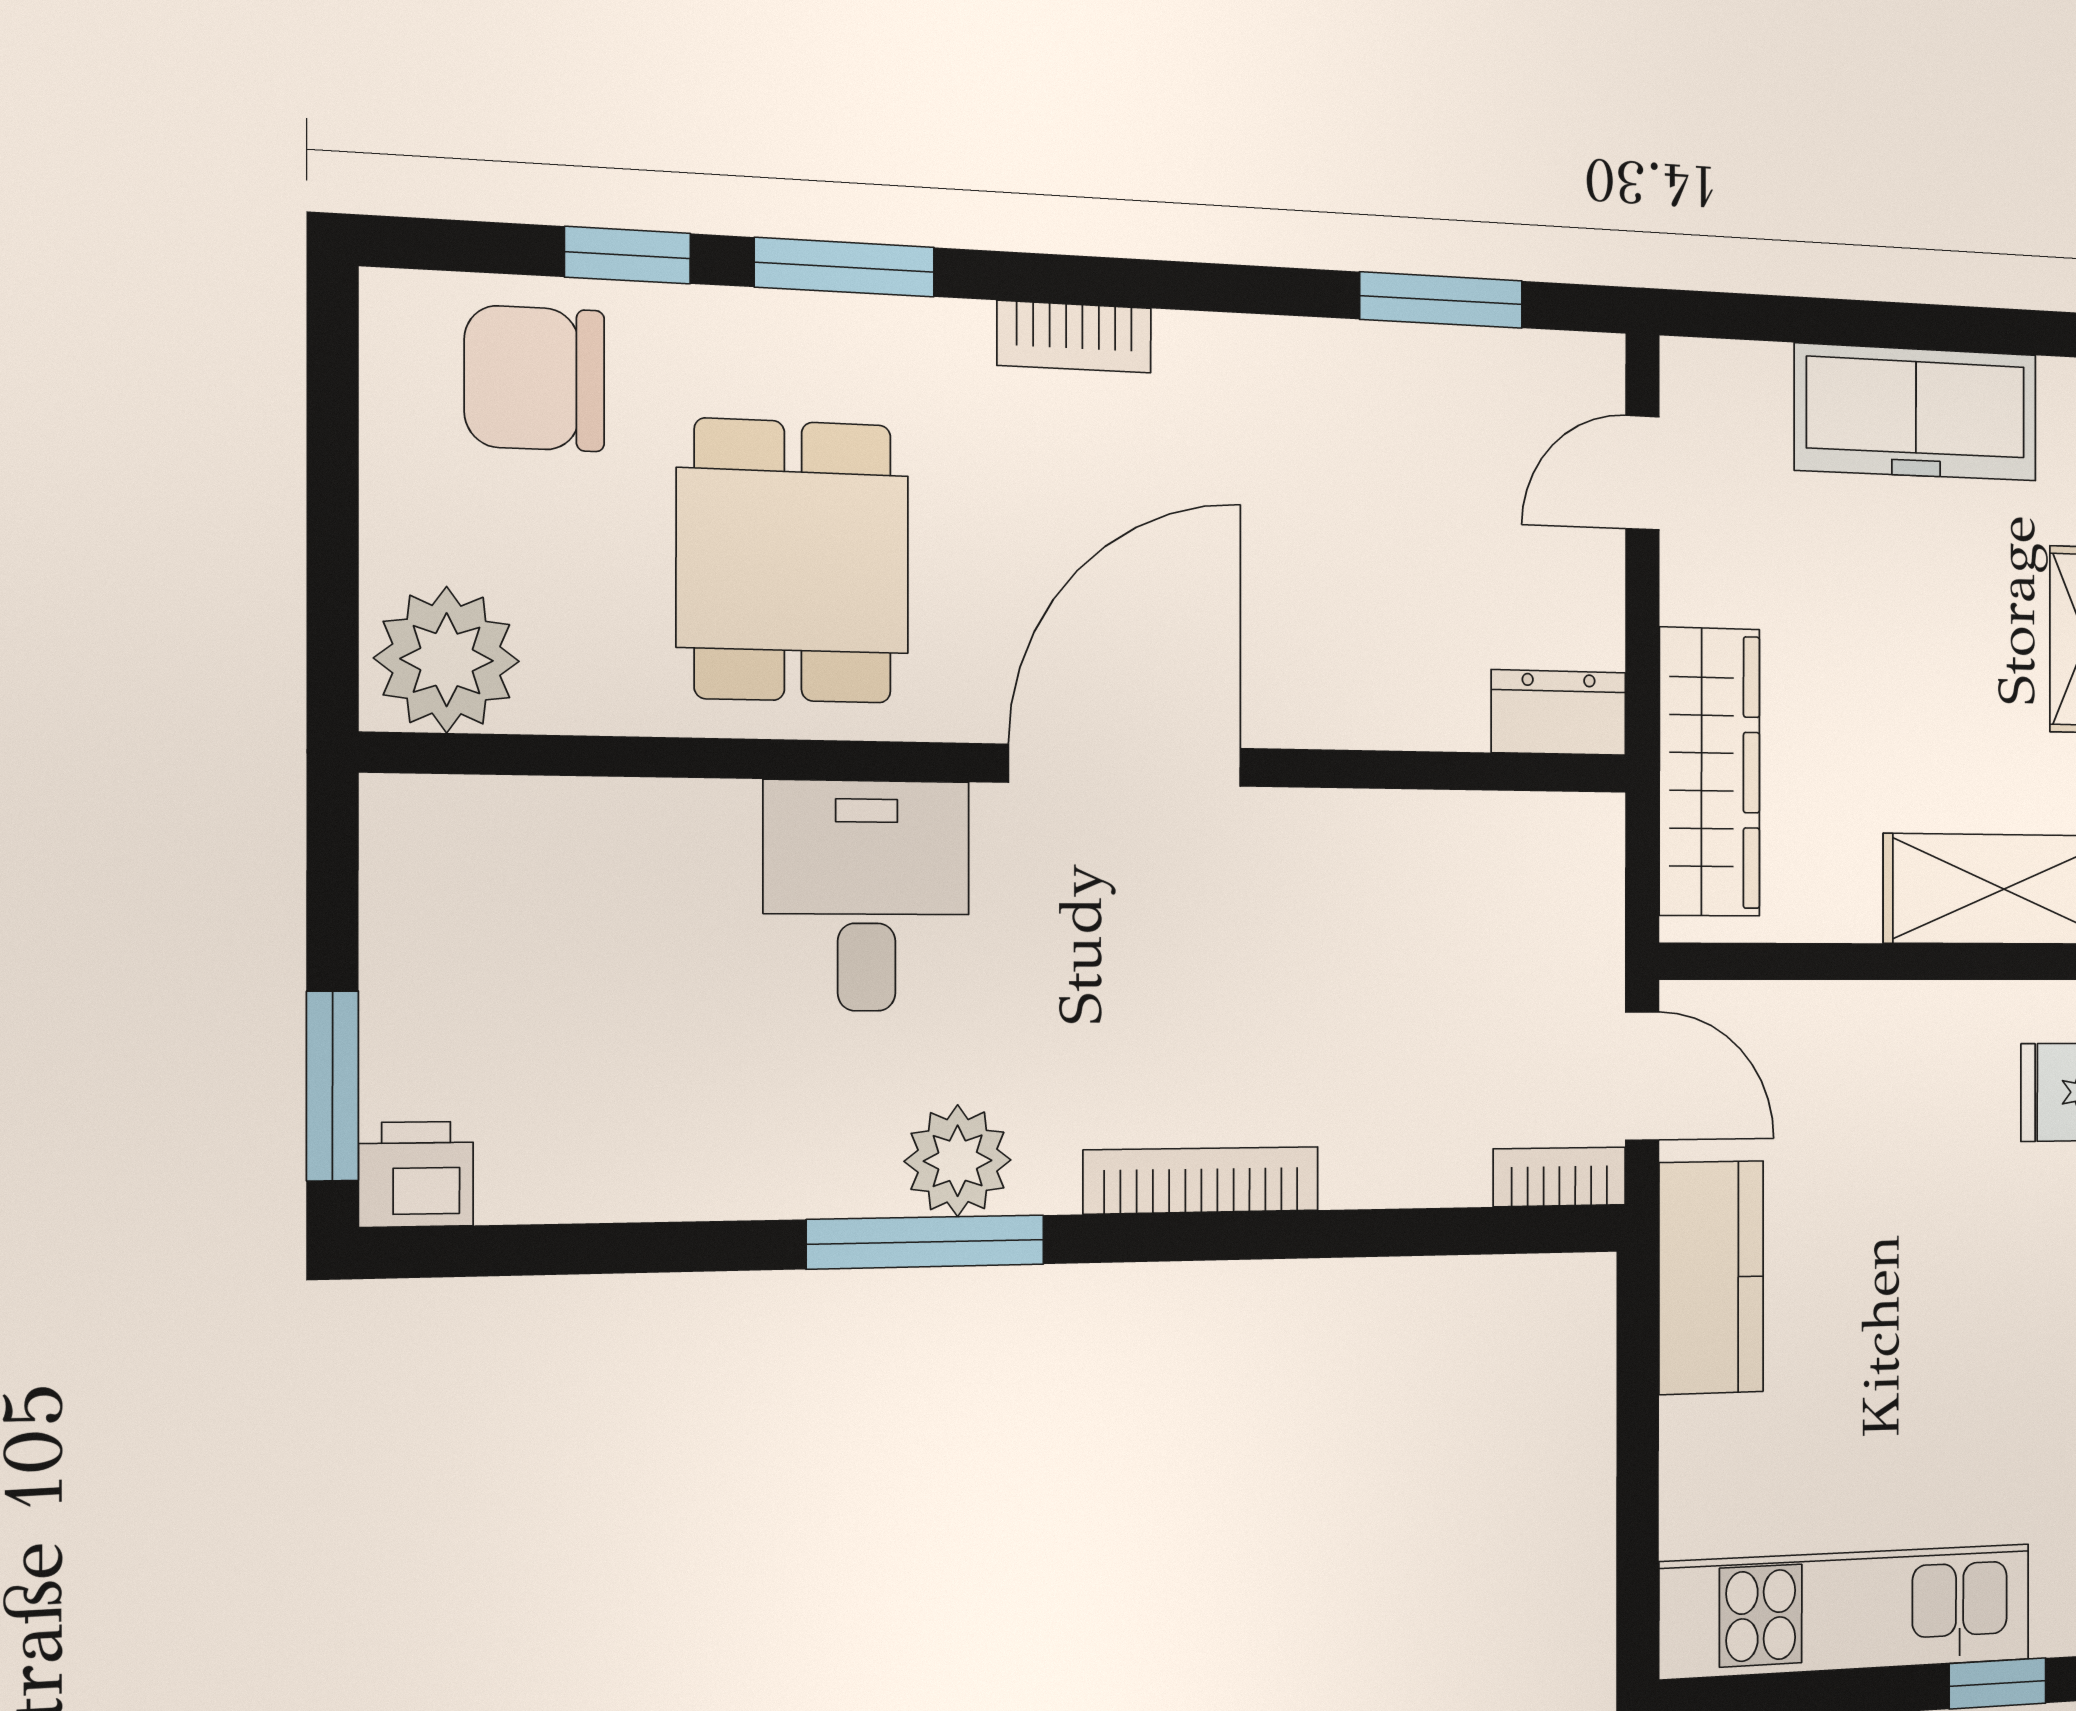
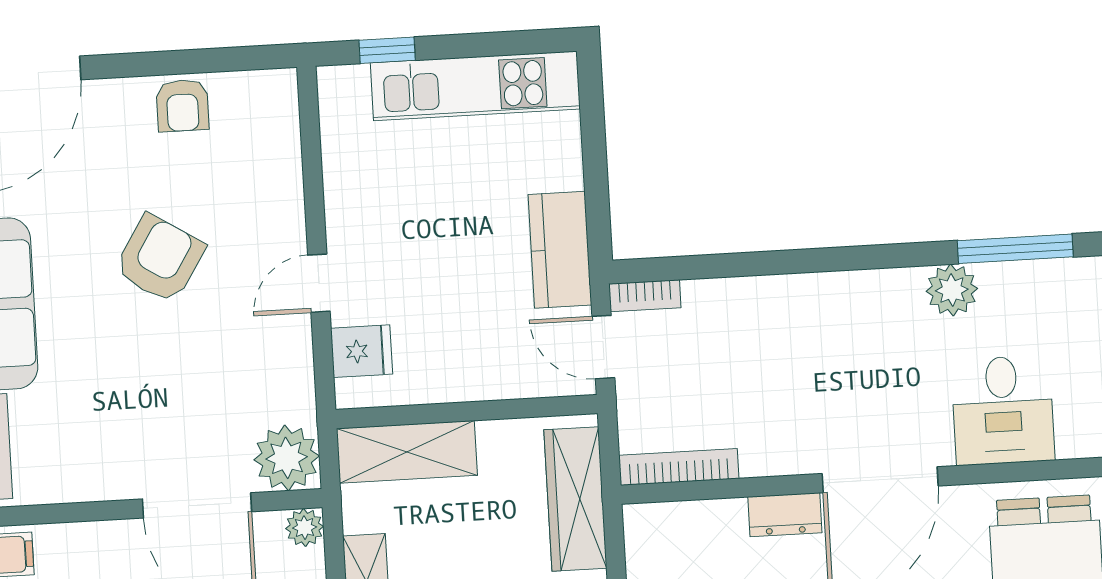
dresser: (1559, 712) -> (785, 515), moved
bookcase: (1201, 1180) -> (679, 467), moved, turned 180
window: (926, 1242) -> (1015, 249), moved

